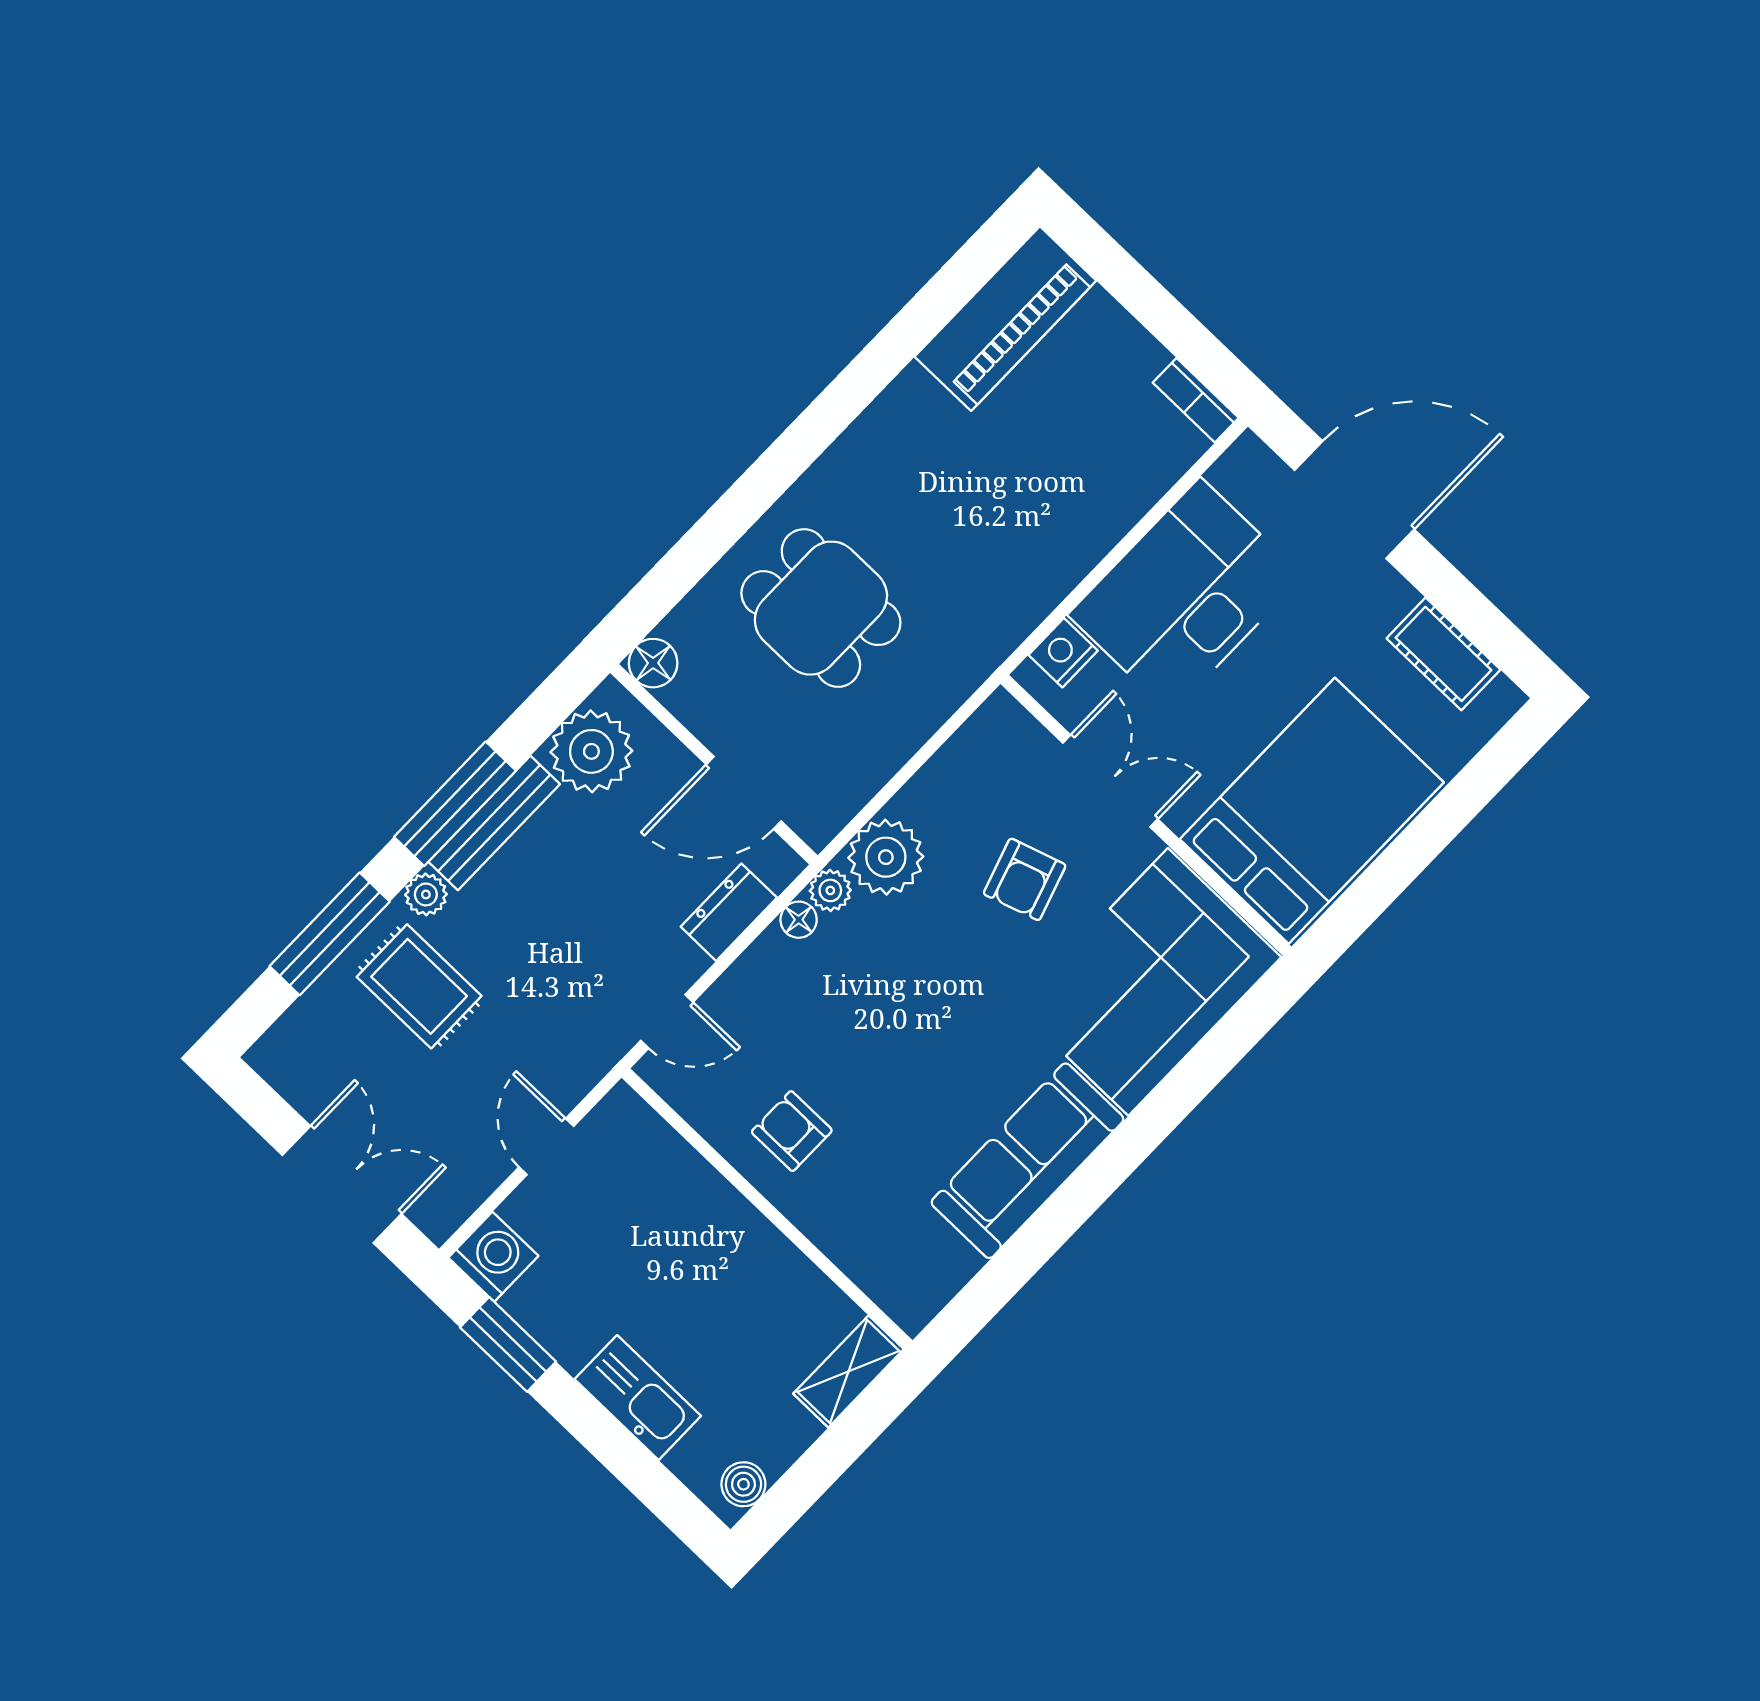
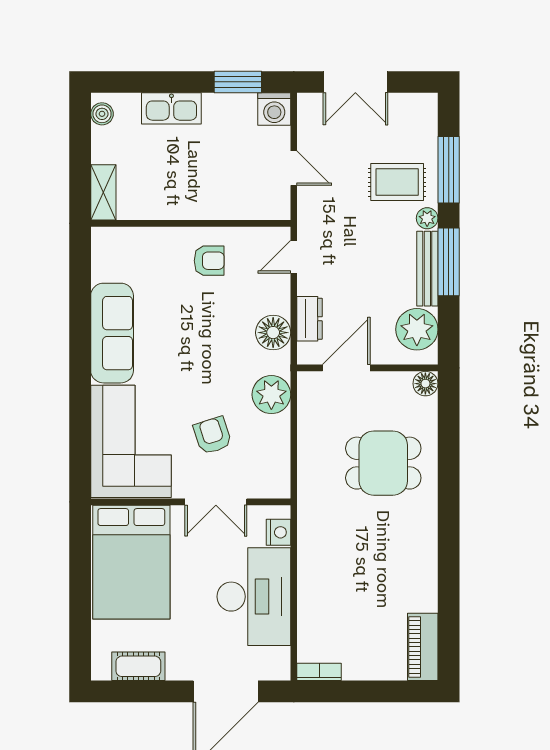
piano: (1005, 319) -> (423, 647), width x0.73, depth x0.75
plant: (830, 890) -> (280, 363), removed
floor lamp: (799, 920) -> (273, 333), width x1.89, depth x1.89

